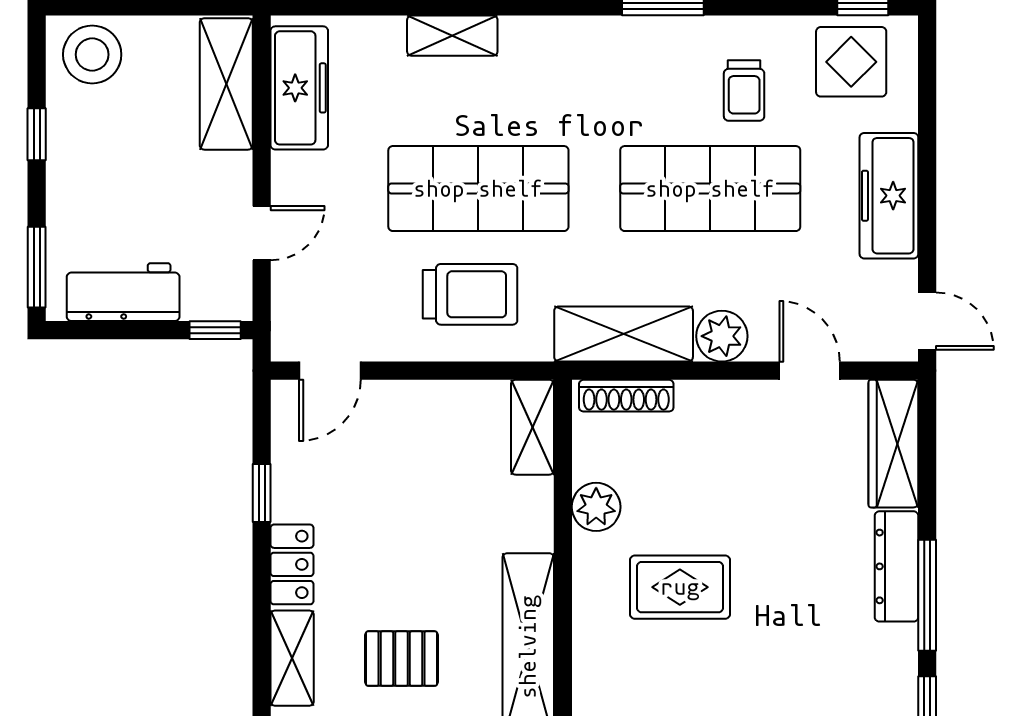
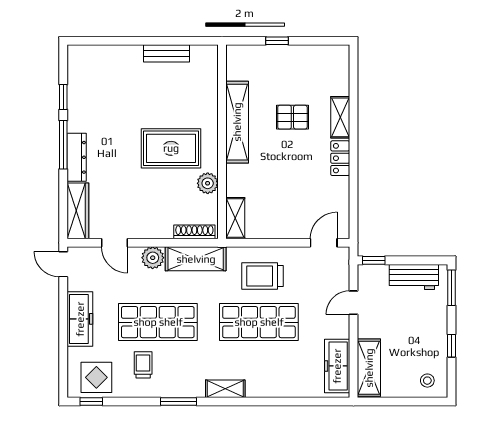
shelving: (452, 36) -> (225, 389), moved
stool: (92, 55) -> (427, 381), width x0.53, depth x0.53
window: (262, 493) -> (353, 189), removed
rug: (680, 587) -> (171, 148), width x1.36, depth x1.43

